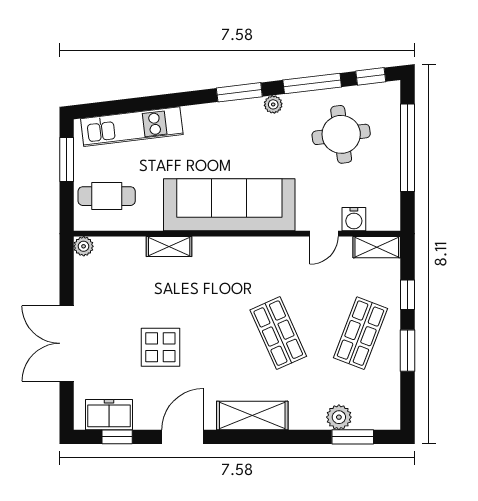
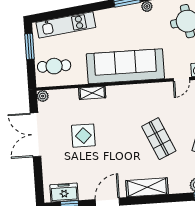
double door: (67, 343) -> (36, 135), moved
display table: (160, 347) -> (83, 136), moved

